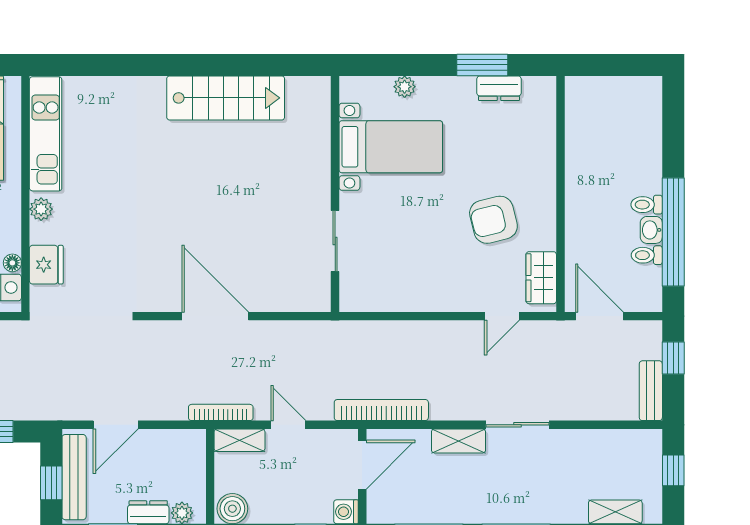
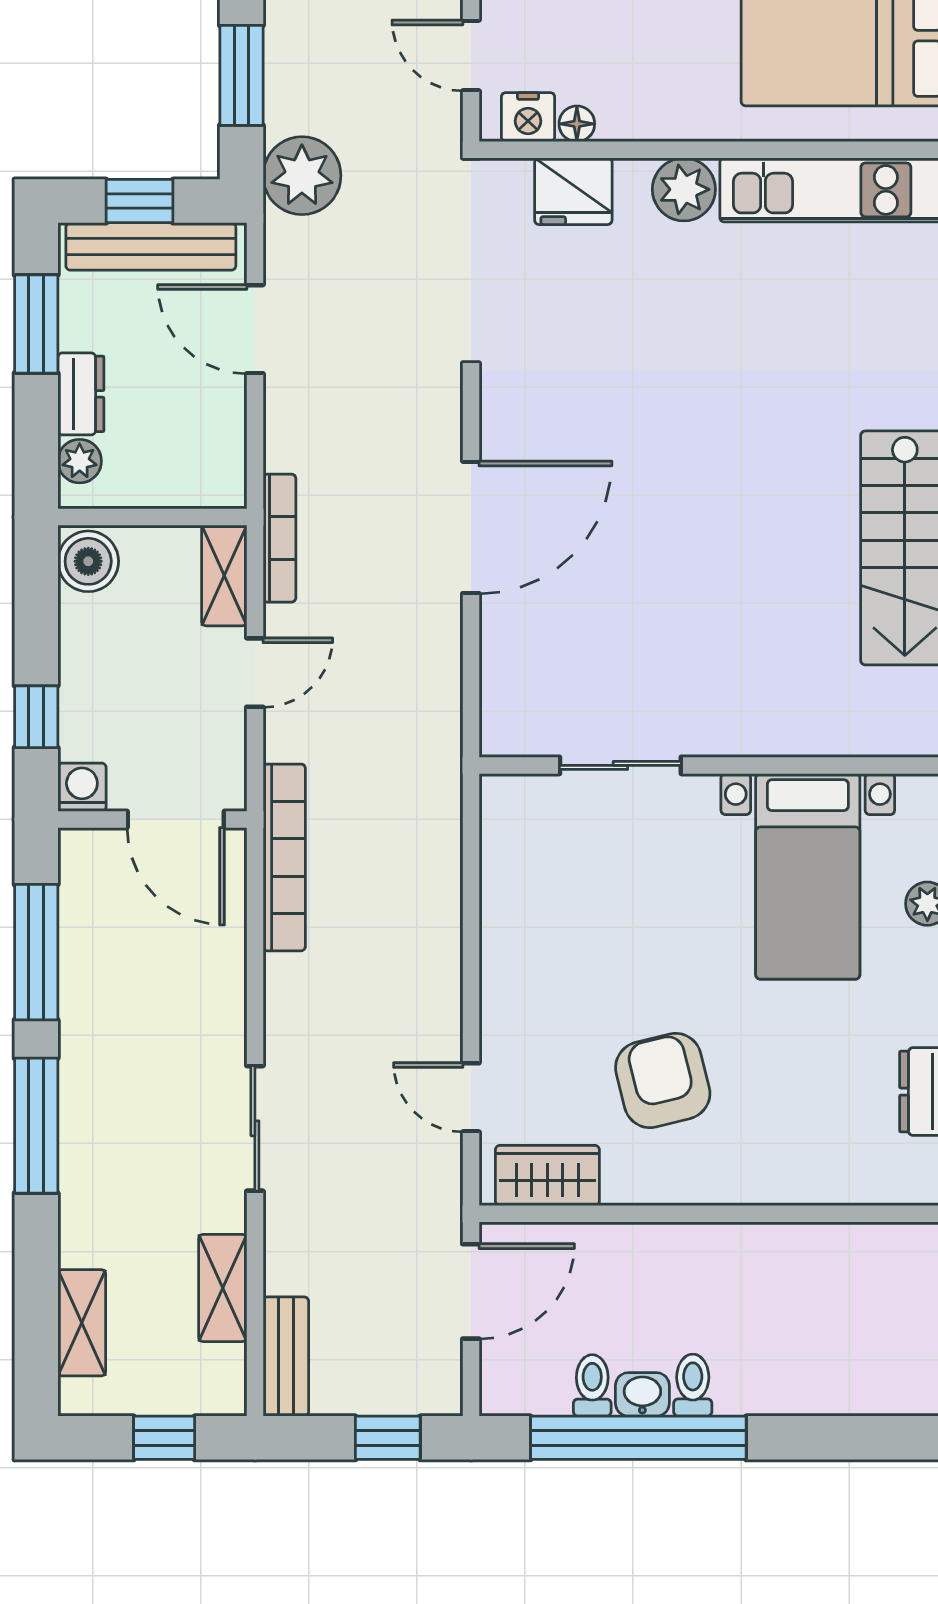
plant: (41, 209) -> (684, 189), width x1.38, depth x1.38
bench: (651, 391) -> (286, 1357), moved, turned 90
plant: (38, 401) -> (302, 176), added
shelving: (458, 441) -> (223, 1288), moved

